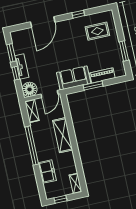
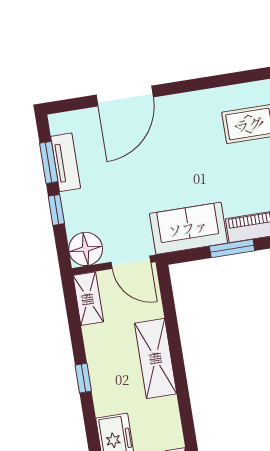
window: (78, 14) -> (207, 83), removed
tv unit: (22, 66) -> (66, 162), moved
door: (49, 94) -> (131, 262), hinge flipped
window: (32, 146) -> (83, 378), width x0.32

